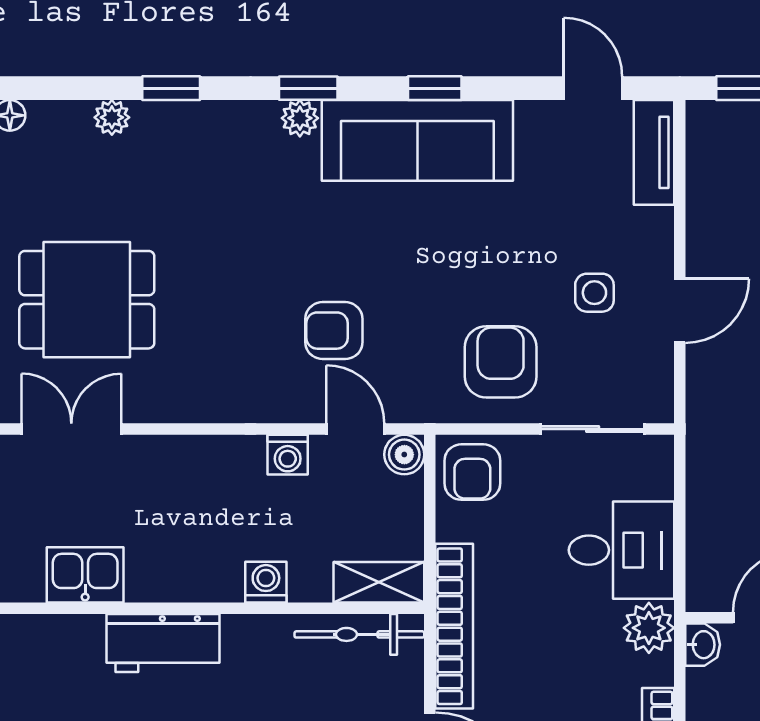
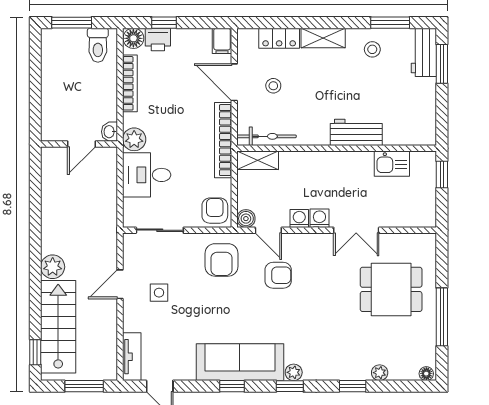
armchair: (501, 362) -> (222, 260), moved
double door: (71, 429) -> (356, 230), moved
washing machine: (266, 582) -> (319, 218), moved, turned 180

